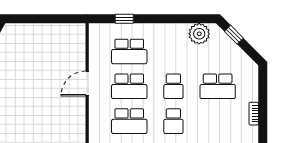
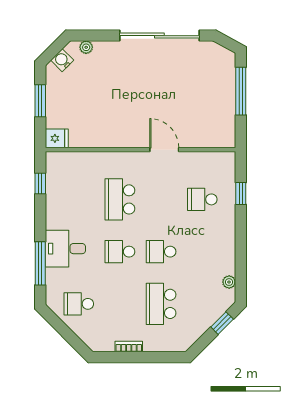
window: (38, 19) -> (241, 91), added
plant: (199, 34) -> (229, 282), width x0.53, depth x0.53
school desk: (129, 51) -> (202, 199), width x0.54
school desk: (129, 86) -> (161, 199), removed

